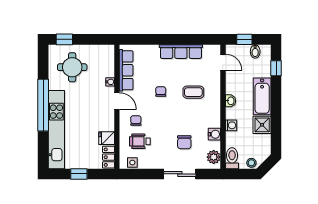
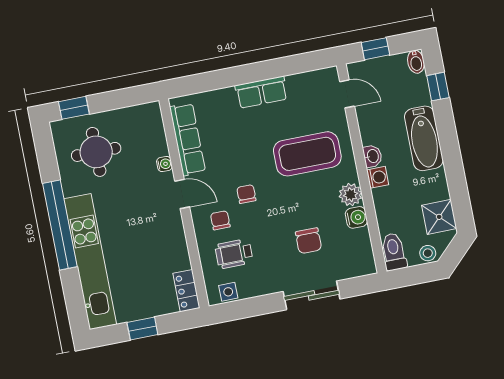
bidet: (255, 51) -> (416, 62), moved
row of seats: (181, 52) -> (261, 92), width x0.68
chair: (161, 92) -> (246, 194), moved
coffee table: (193, 92) -> (307, 154), width x1.86, depth x1.72
washing machine: (231, 125) -> (378, 177), moved
shower: (262, 125) -> (439, 217), moved
fridge: (107, 138) -> (177, 259), removed
plant: (214, 157) -> (351, 195), moved

